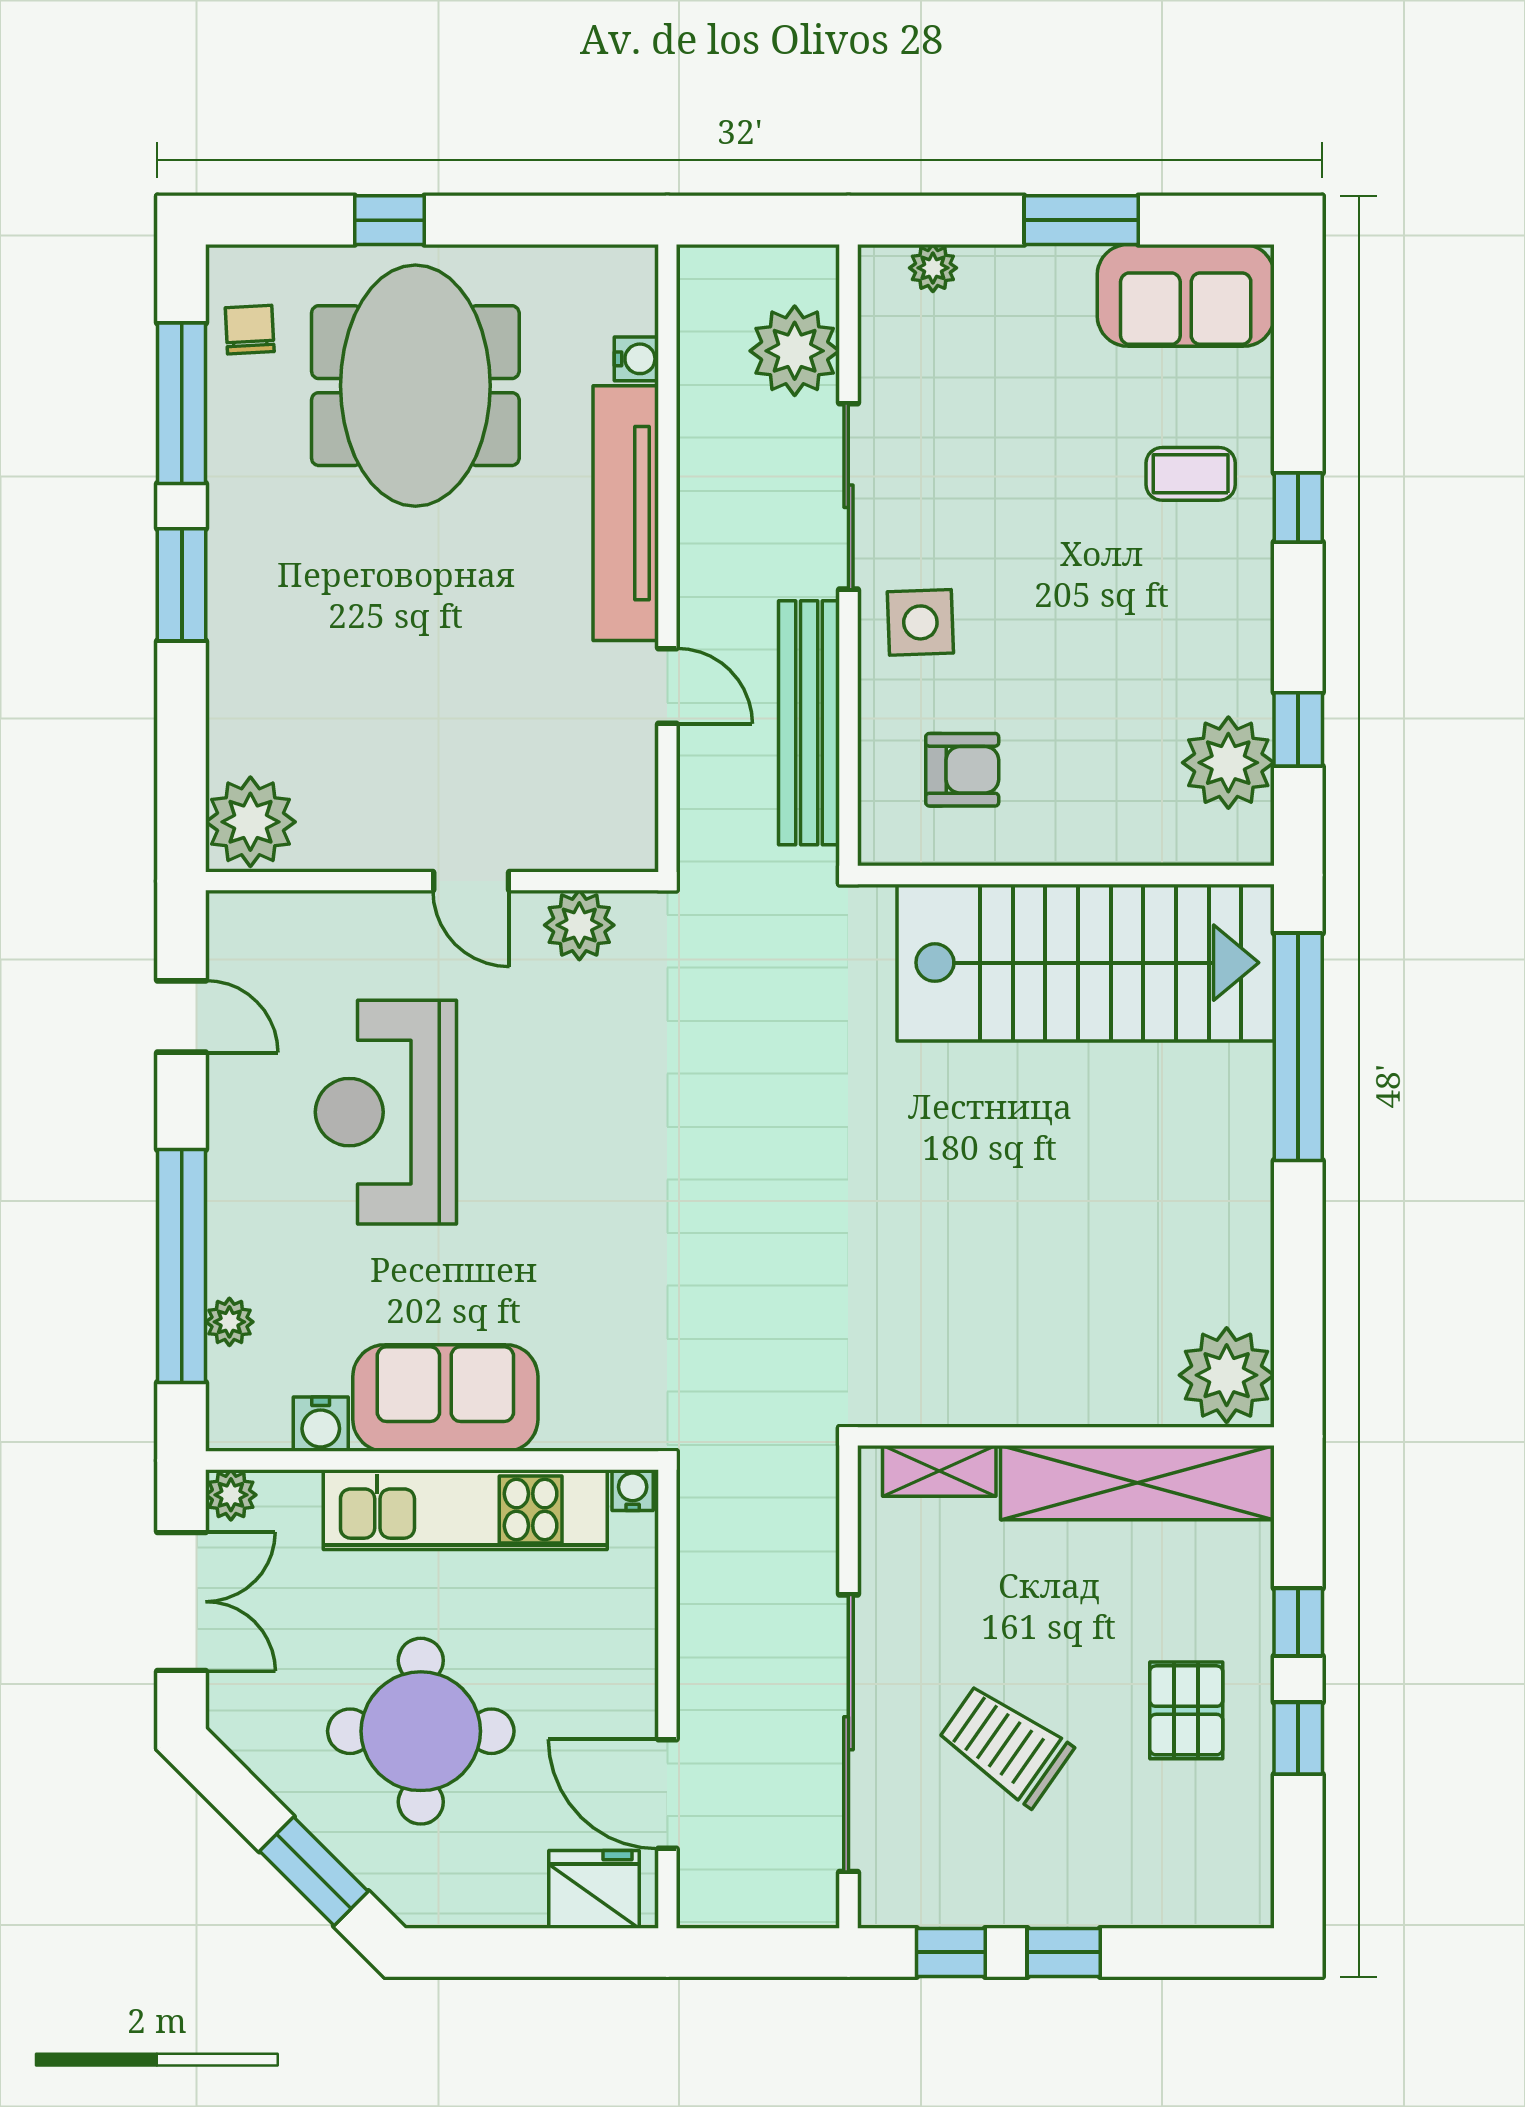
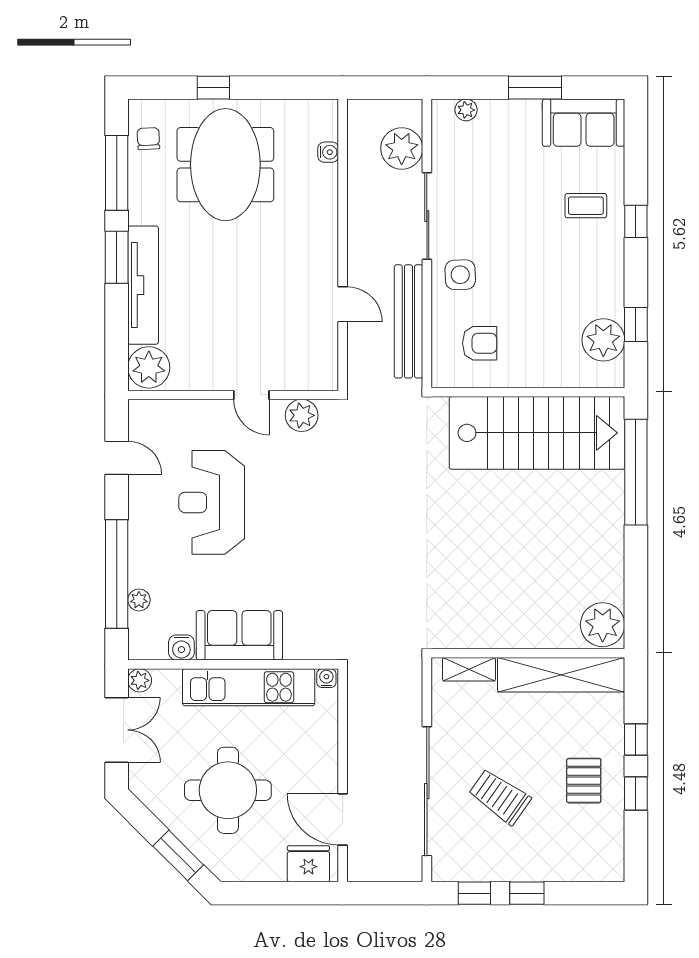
tv unit: (626, 513) -> (143, 285), moved, turned 180

